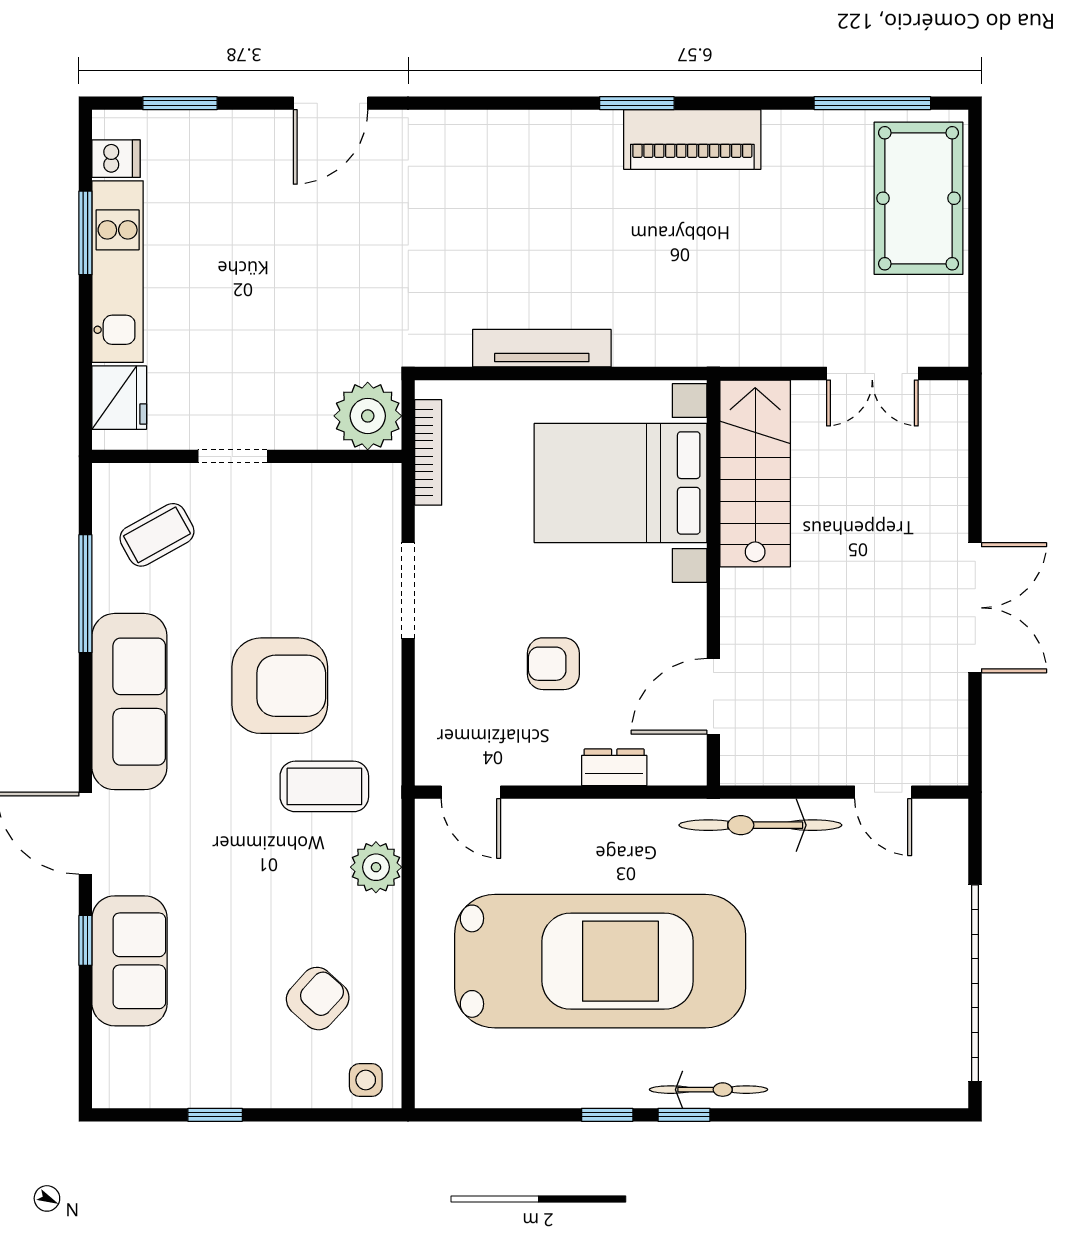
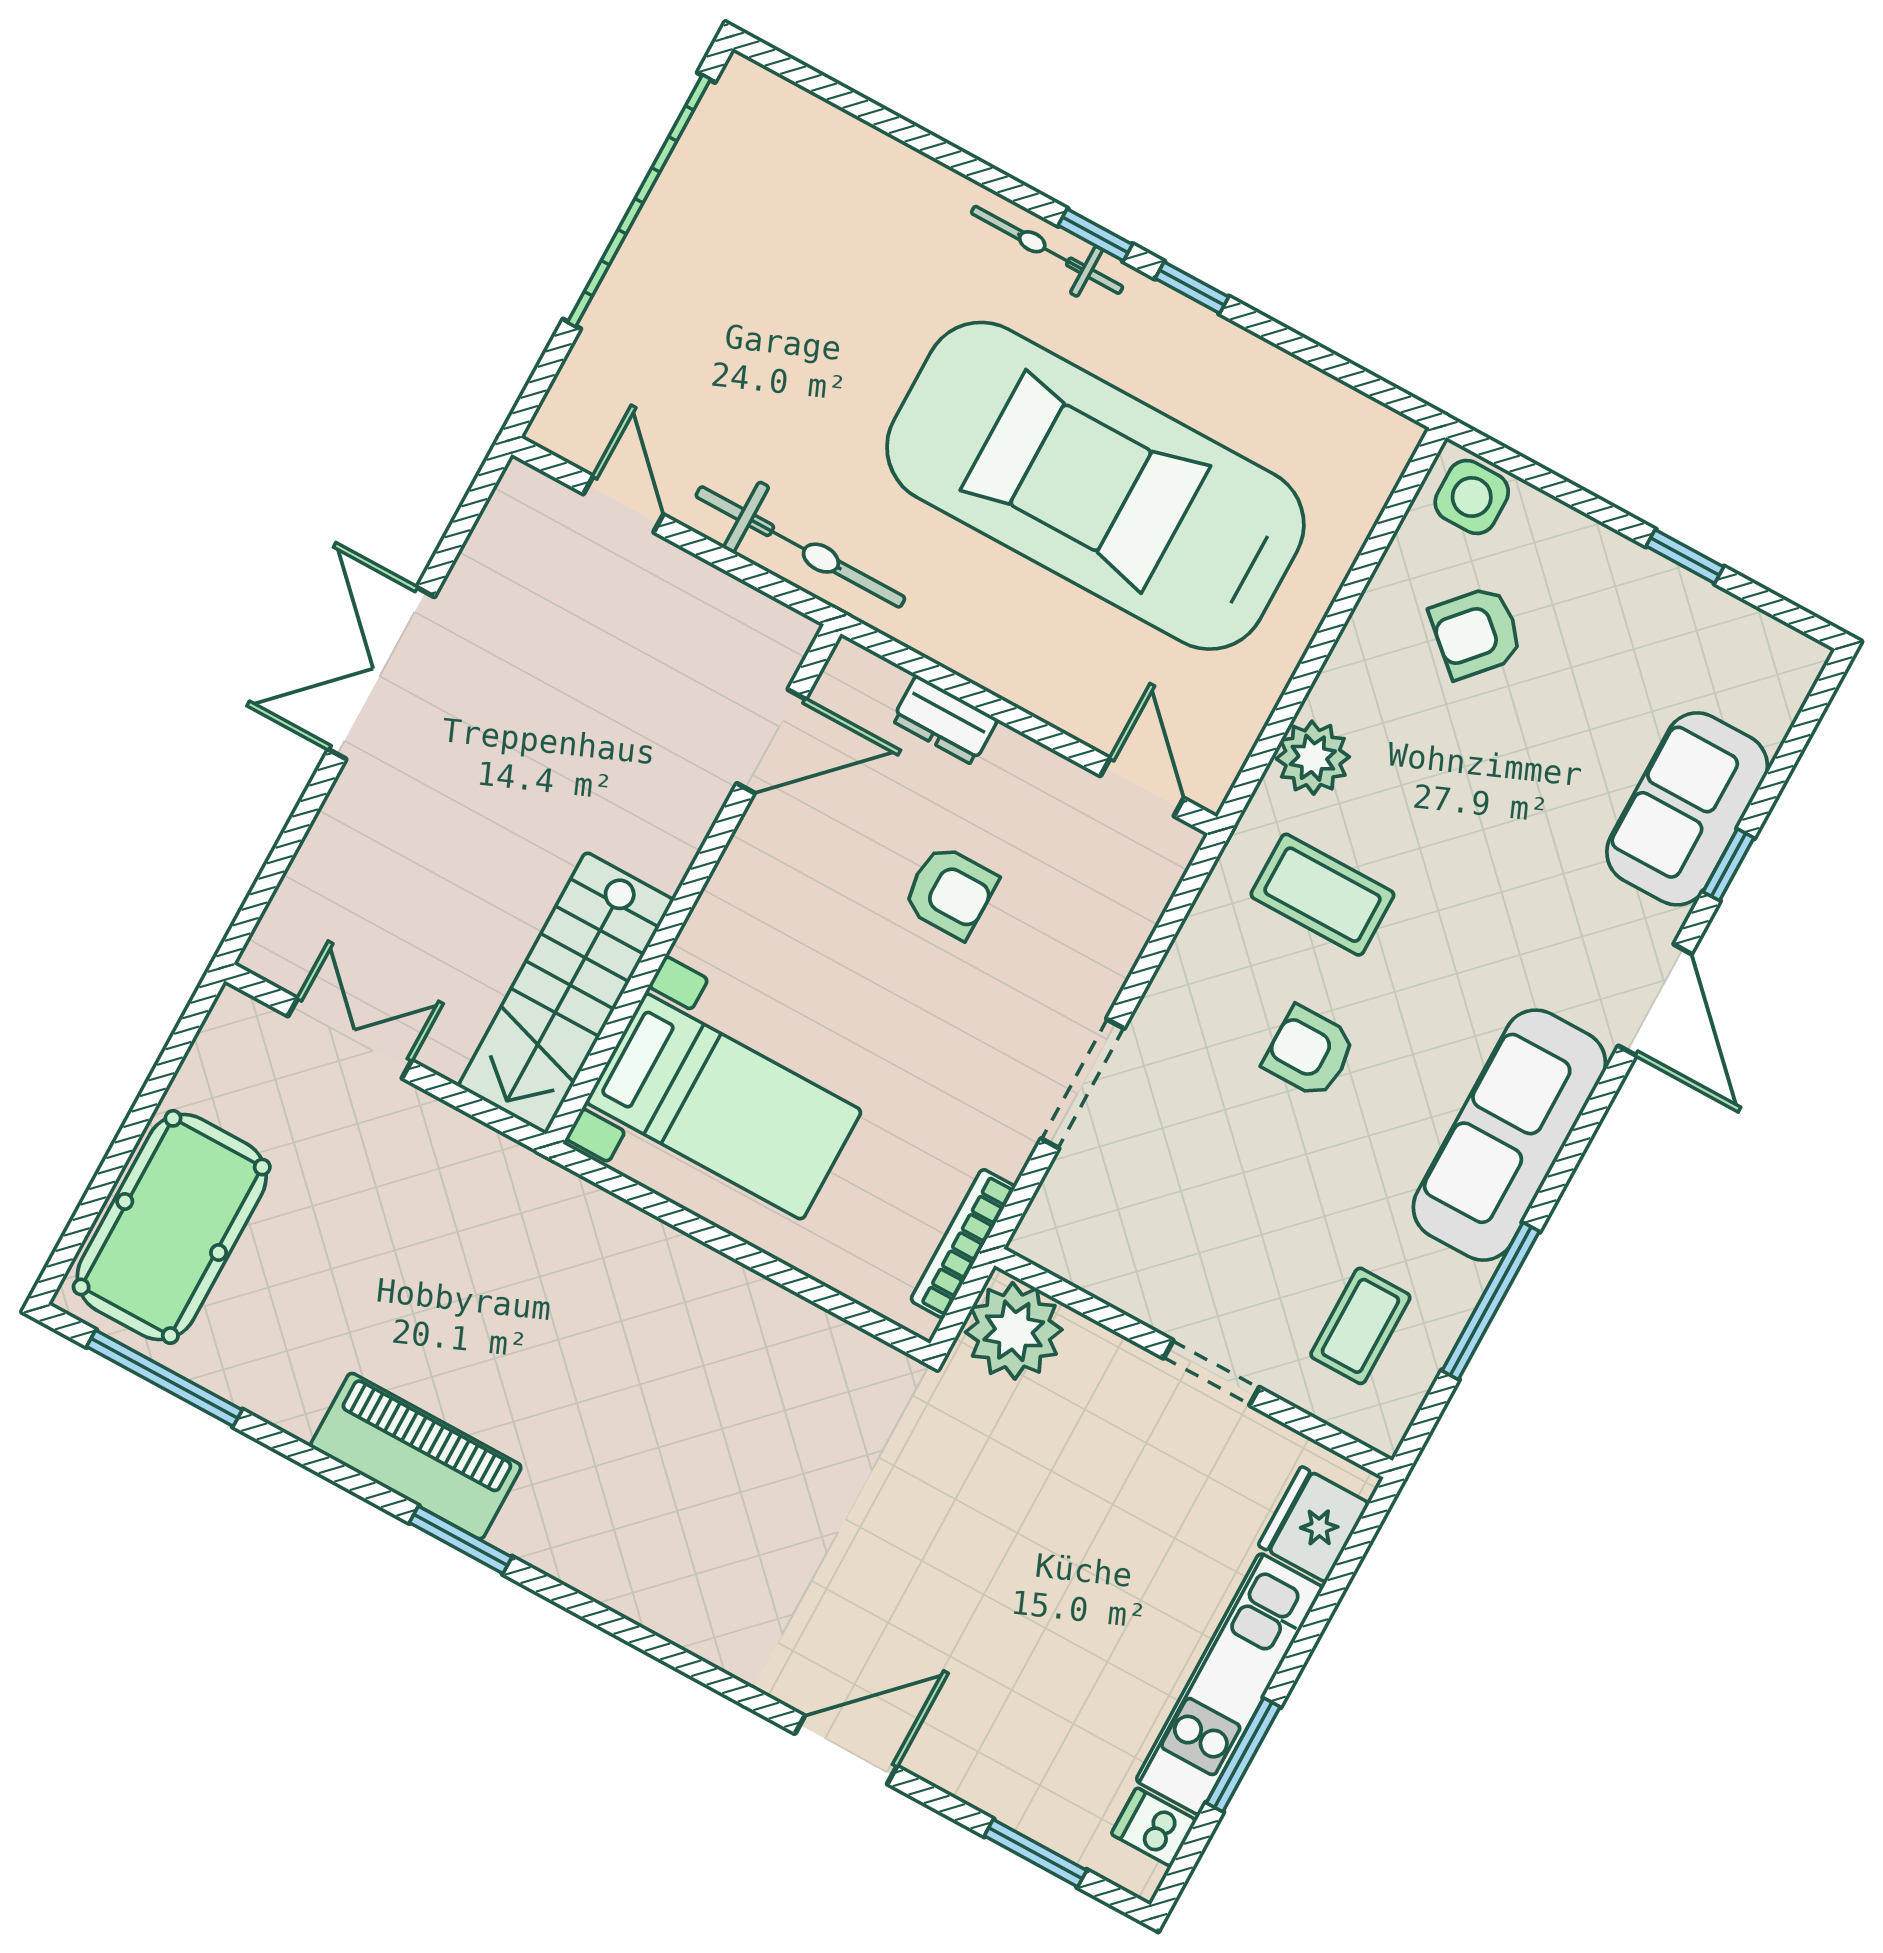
tv unit: (542, 348) -> (748, 1297), removed
bed with nightstands: (620, 483) -> (724, 1106), width x0.73
coffee table: (157, 535) -> (1360, 1326), turned -61
armchair: (280, 686) -> (1309, 1052), width x0.53, depth x0.53
side table: (366, 1080) -> (1472, 497), width x1.37, depth x1.37

